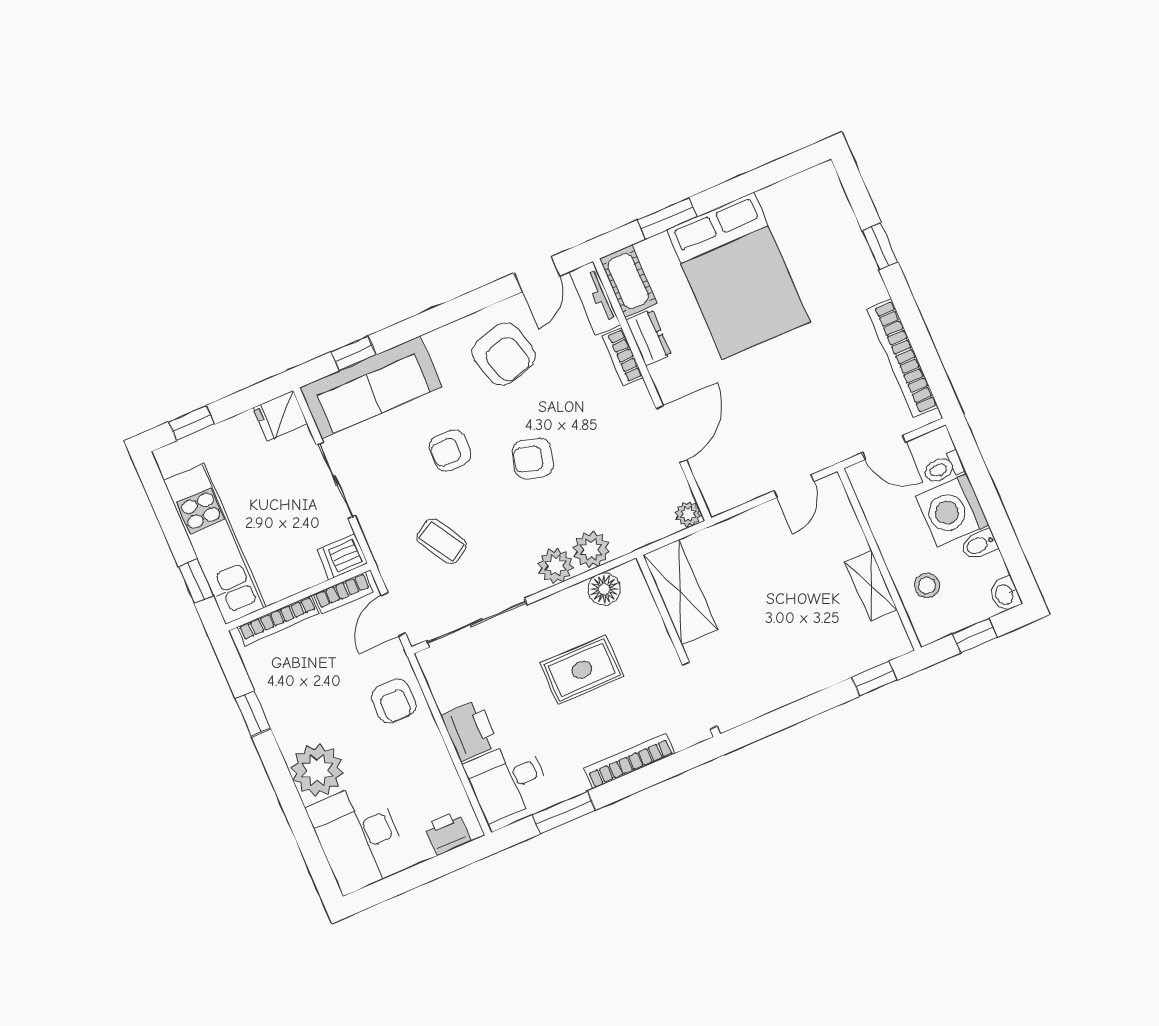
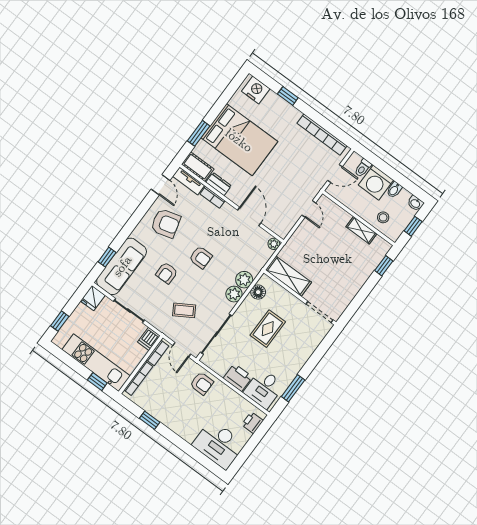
nightstand: (825, 199) -> (256, 90), added
armchair: (533, 459) -> (201, 257), turned -106
bookcase: (629, 761) -> (307, 353), removed
plant: (317, 770) -> (187, 428), removed

